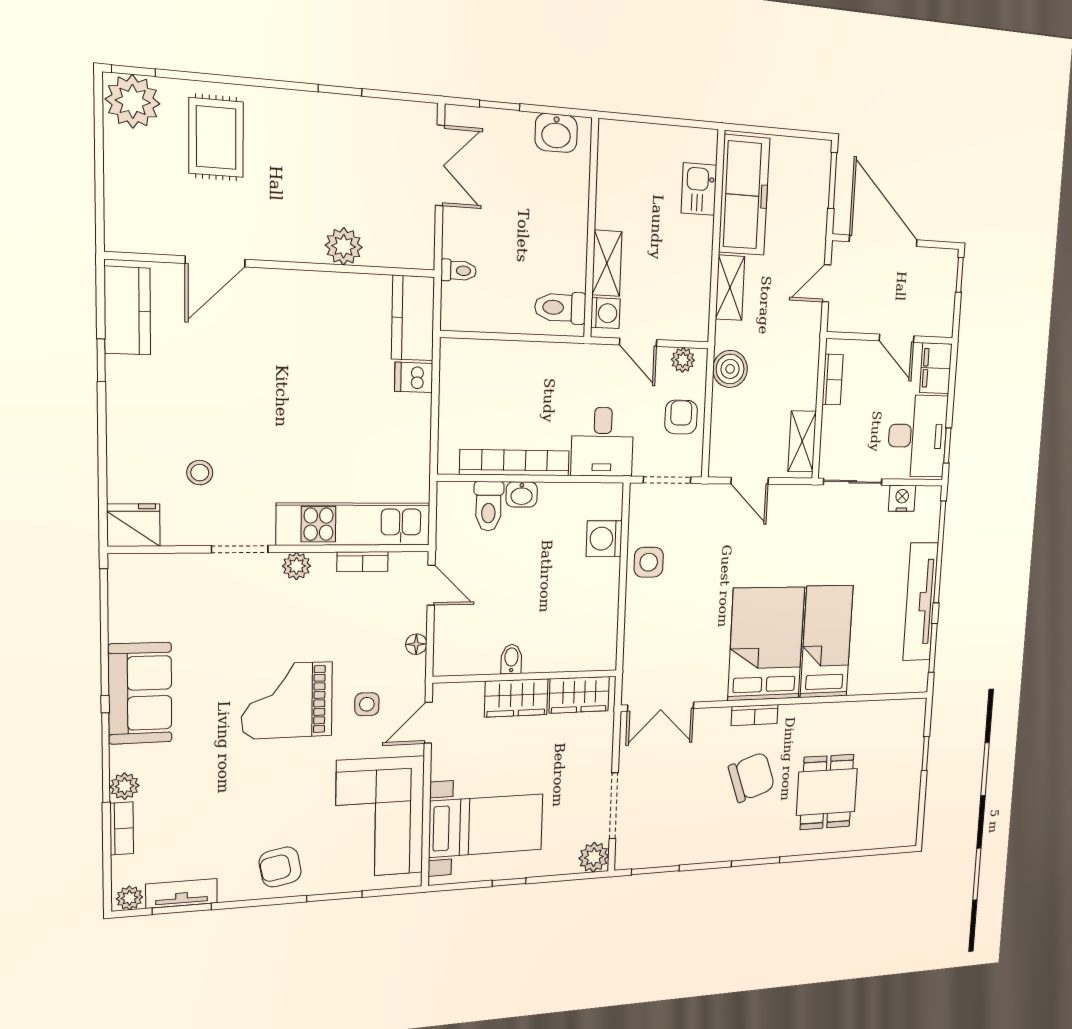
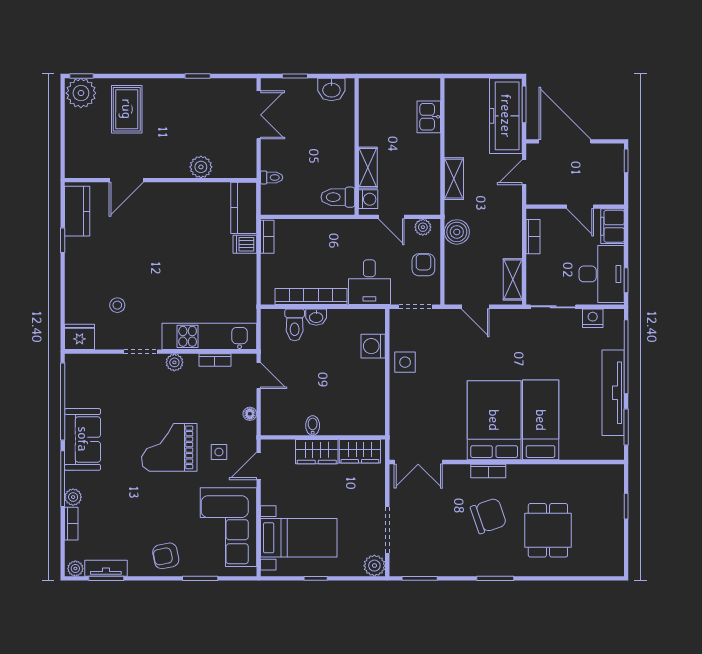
freezer: (744, 195) -> (506, 116), moved, turned 180
bookcase: (449, 366) -> (267, 237), added

